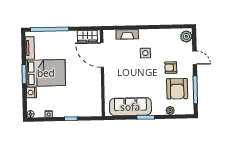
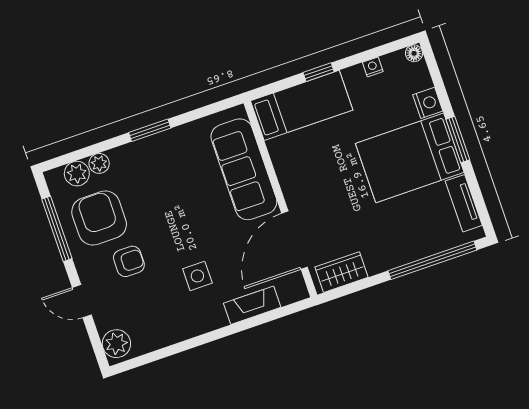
door: (102, 55) -> (295, 240), swing flipped
sofa: (130, 107) -> (244, 169), moved, turned 90
bed: (82, 108) -> (302, 105), added
plant: (180, 109) -> (77, 174), added

